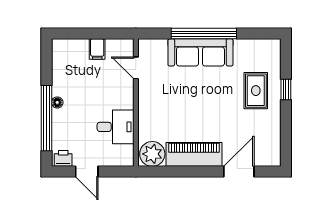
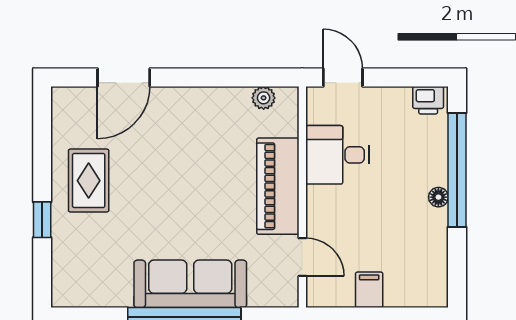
rug: (256, 91) -> (89, 181), moved
plant: (152, 154) -> (264, 98), width x0.53, depth x0.53
piano: (194, 154) -> (278, 186), moved, turned 90
door: (87, 172) -> (343, 77), moved

